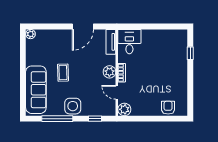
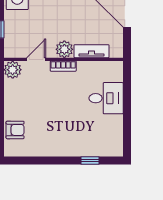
tv unit: (111, 42) -> (92, 51), moved
desk: (129, 42) -> (106, 98), moved

